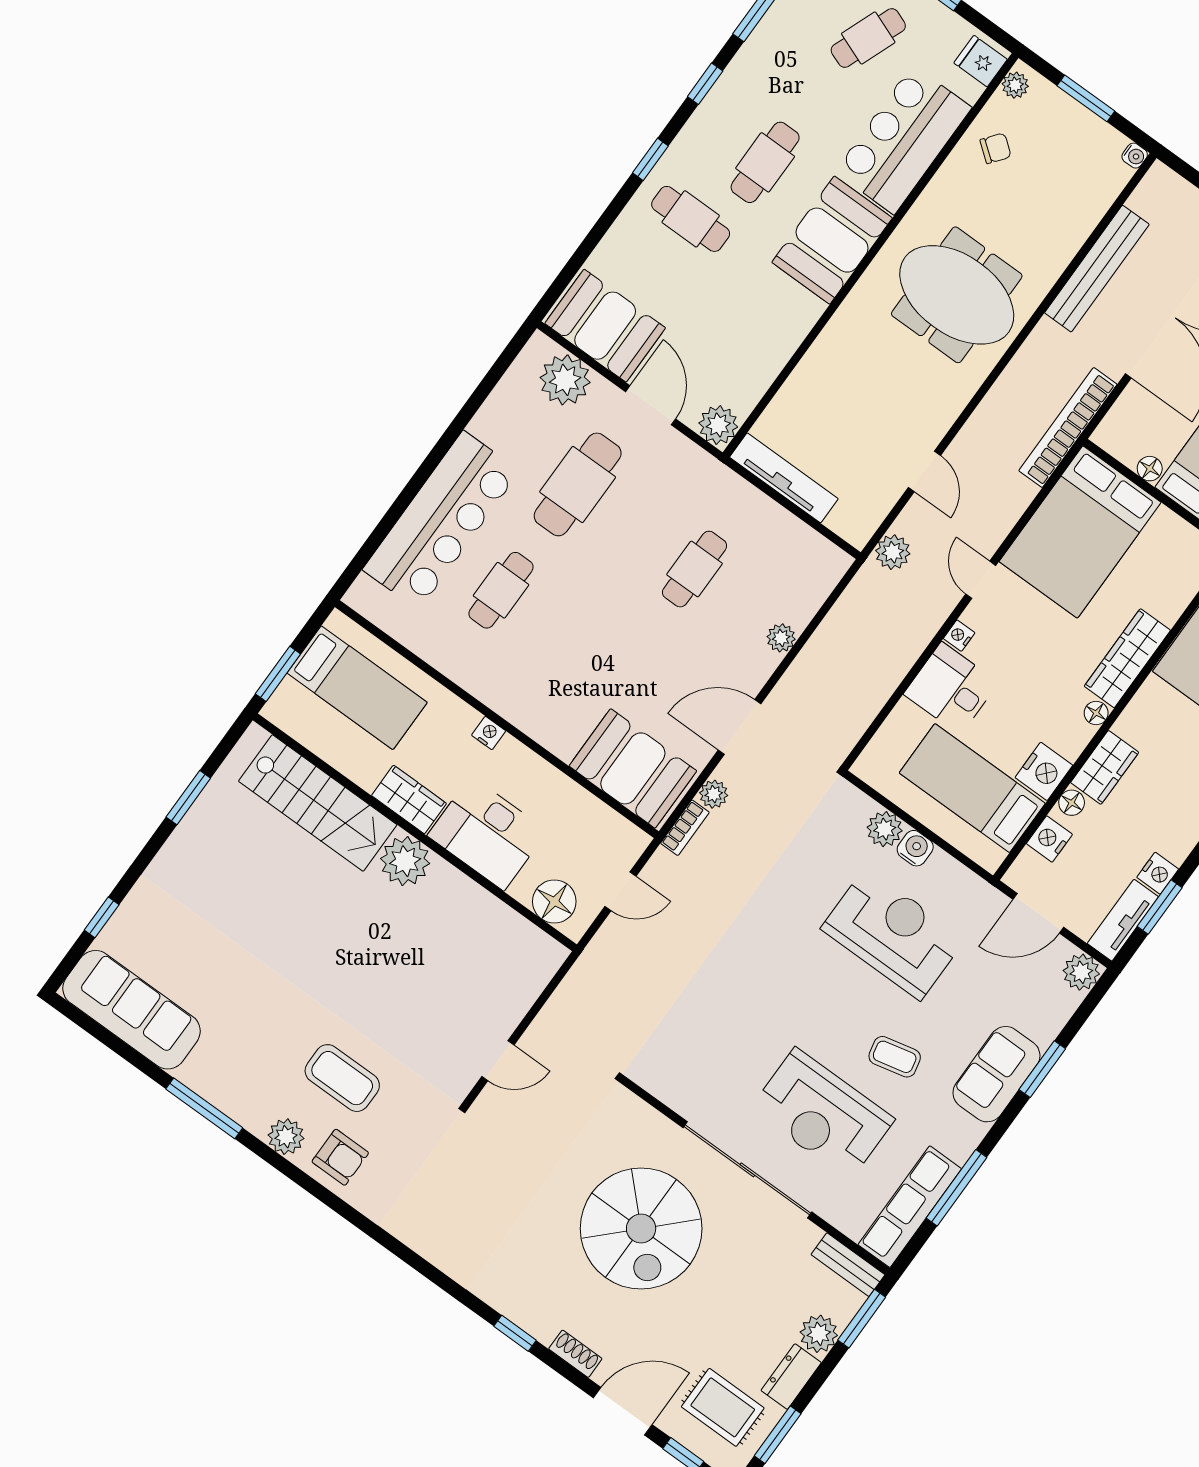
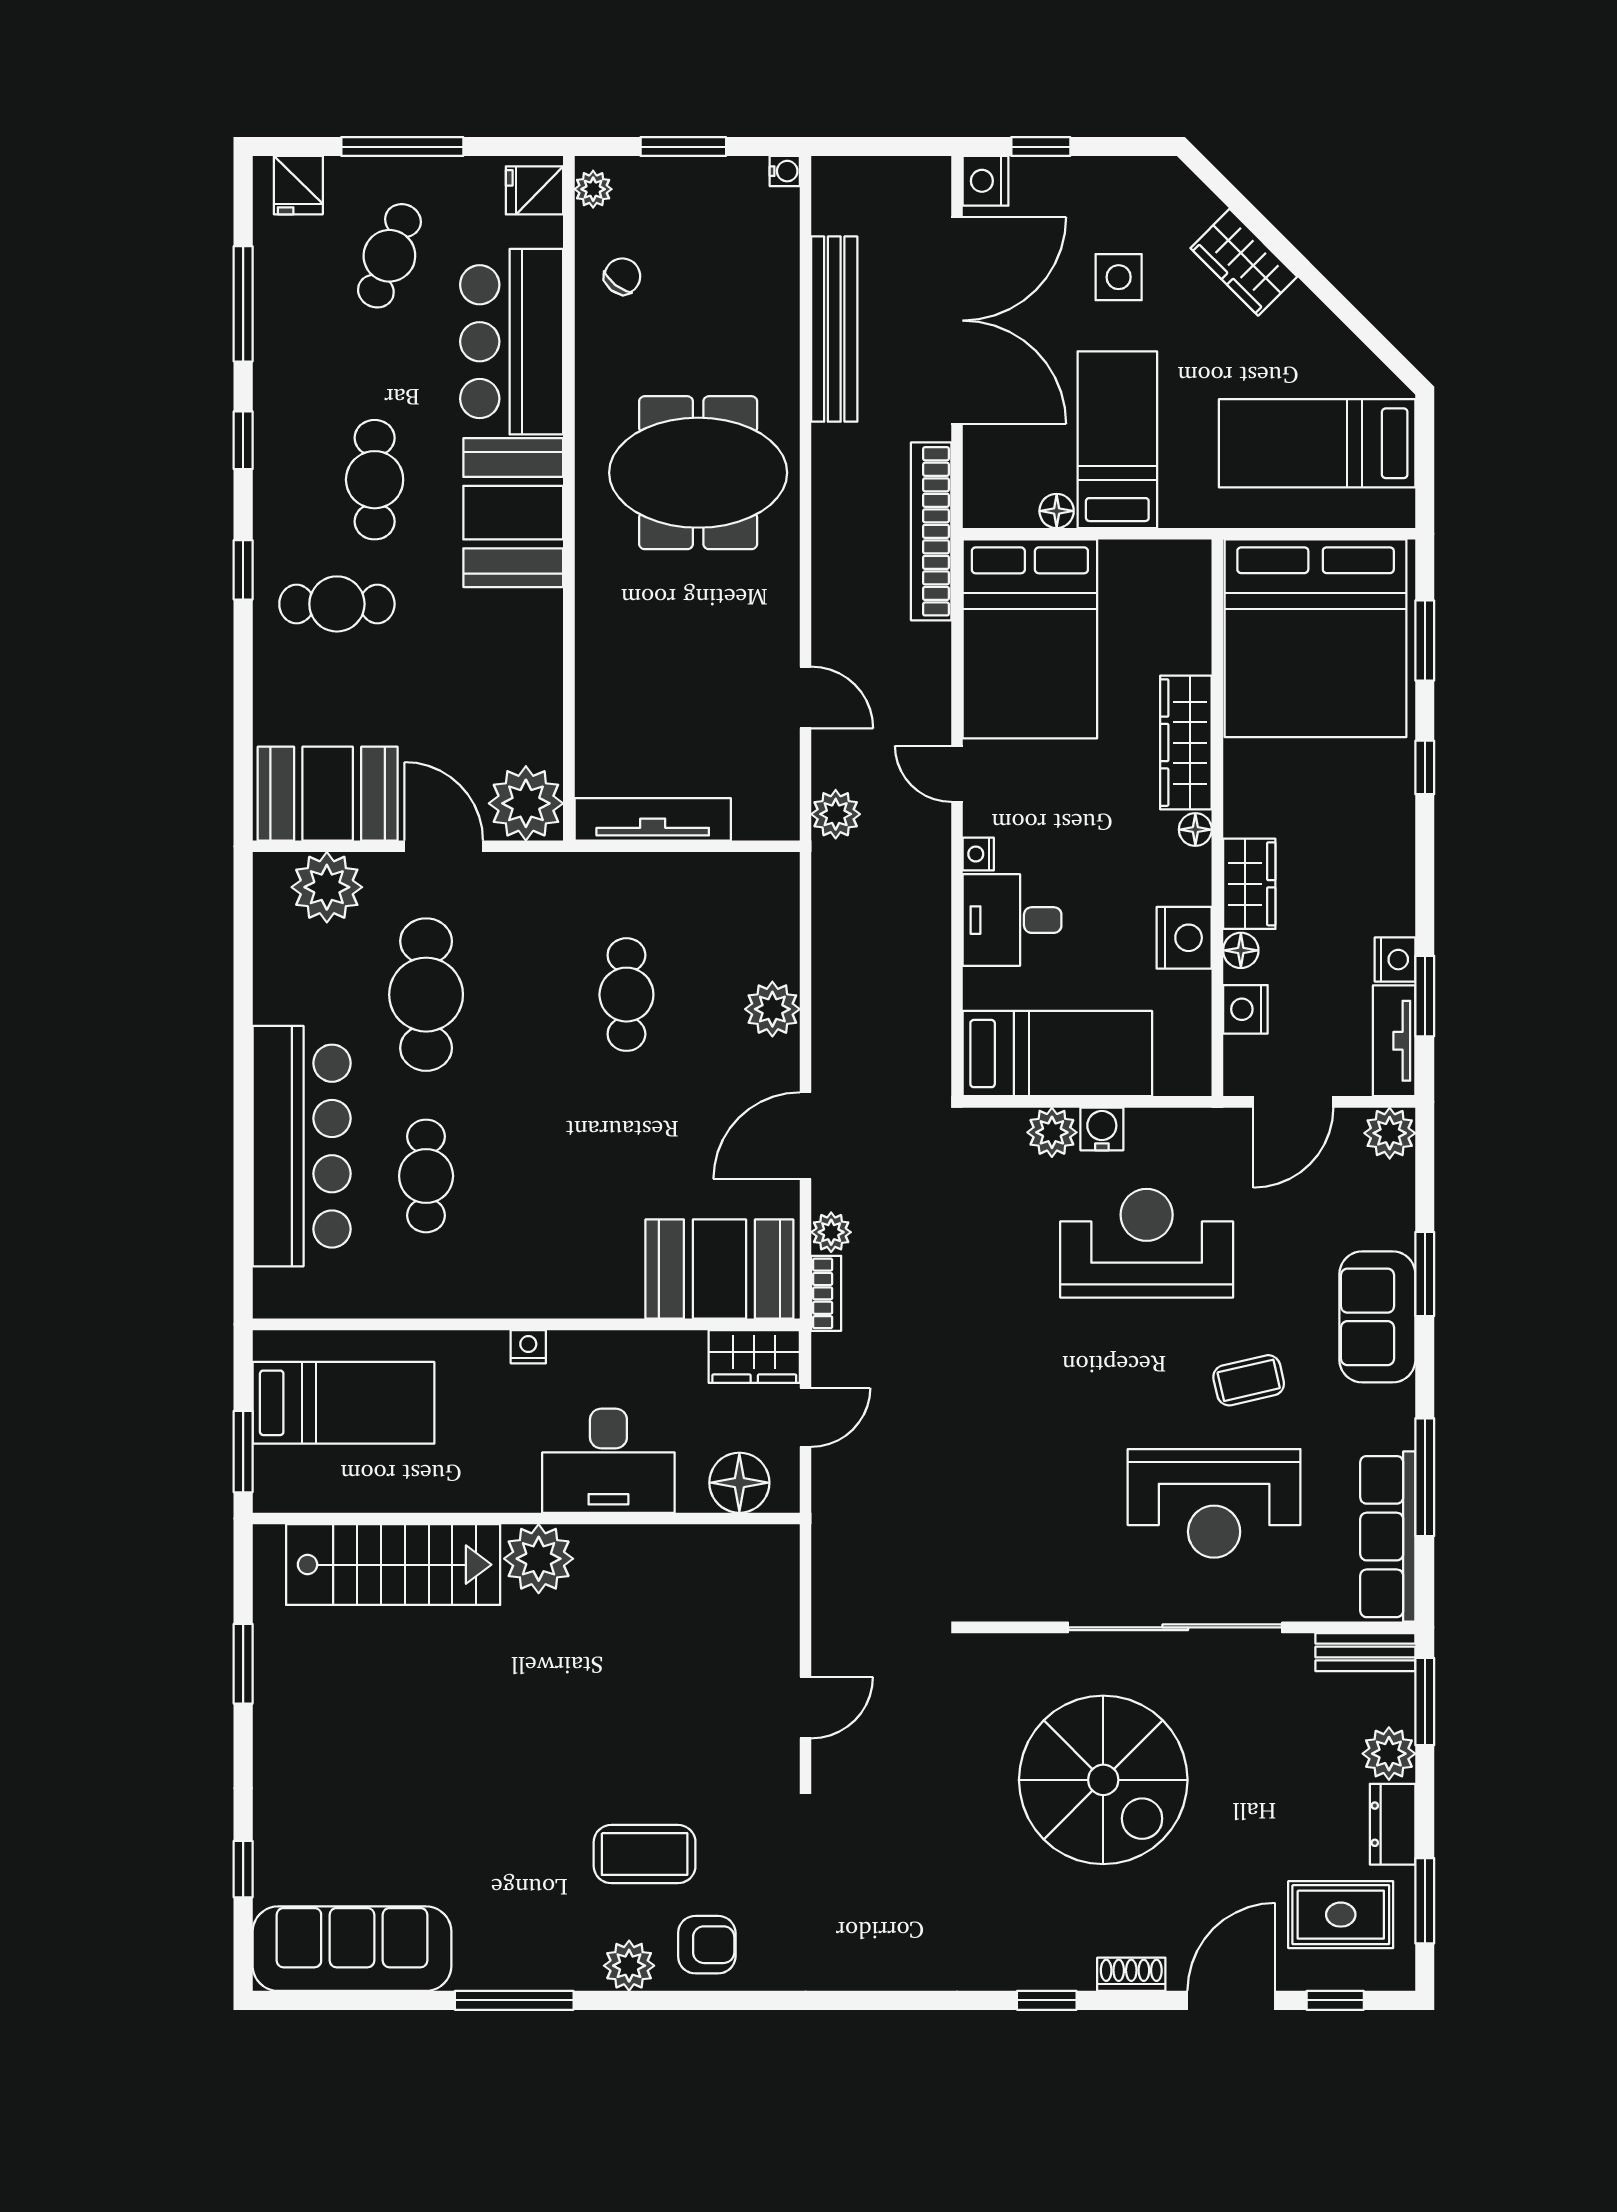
plant: (718, 425) -> (526, 803), width x1.36, depth x1.36
plant: (781, 638) -> (772, 1009), width x1.38, depth x1.38
bed: (972, 788) -> (1057, 1054), moved, turned 180
wardrobe: (409, 800) -> (754, 1356), moved, turned 180

